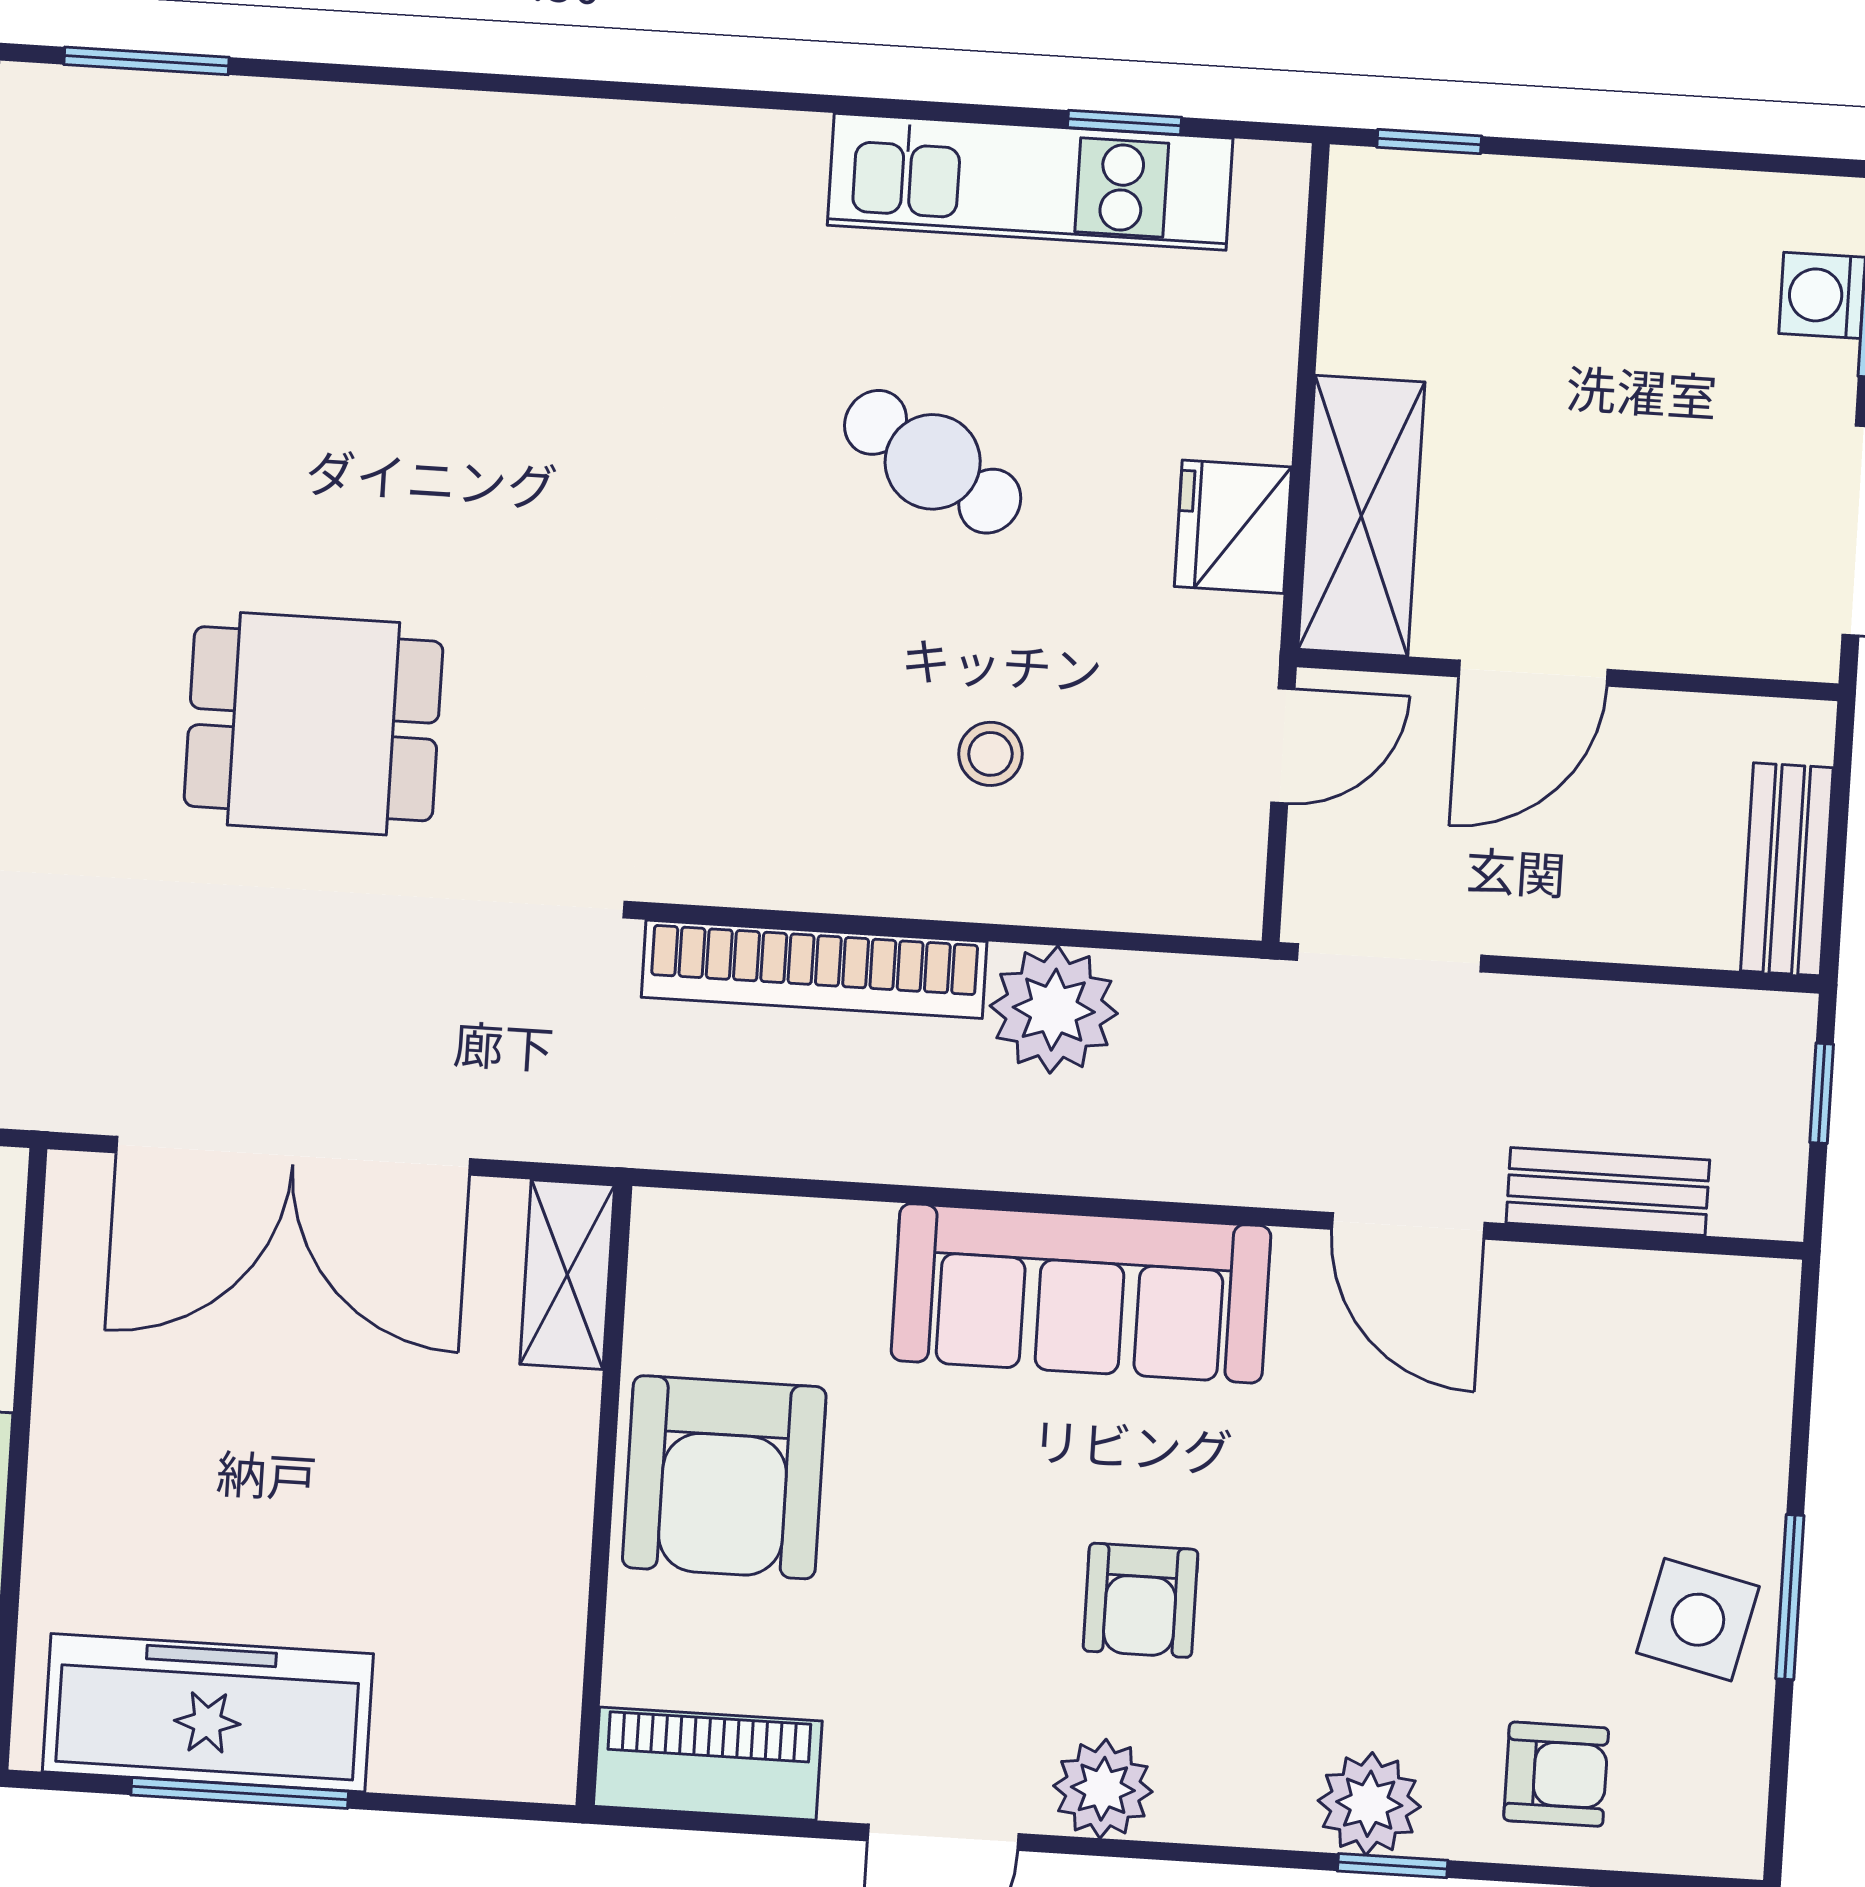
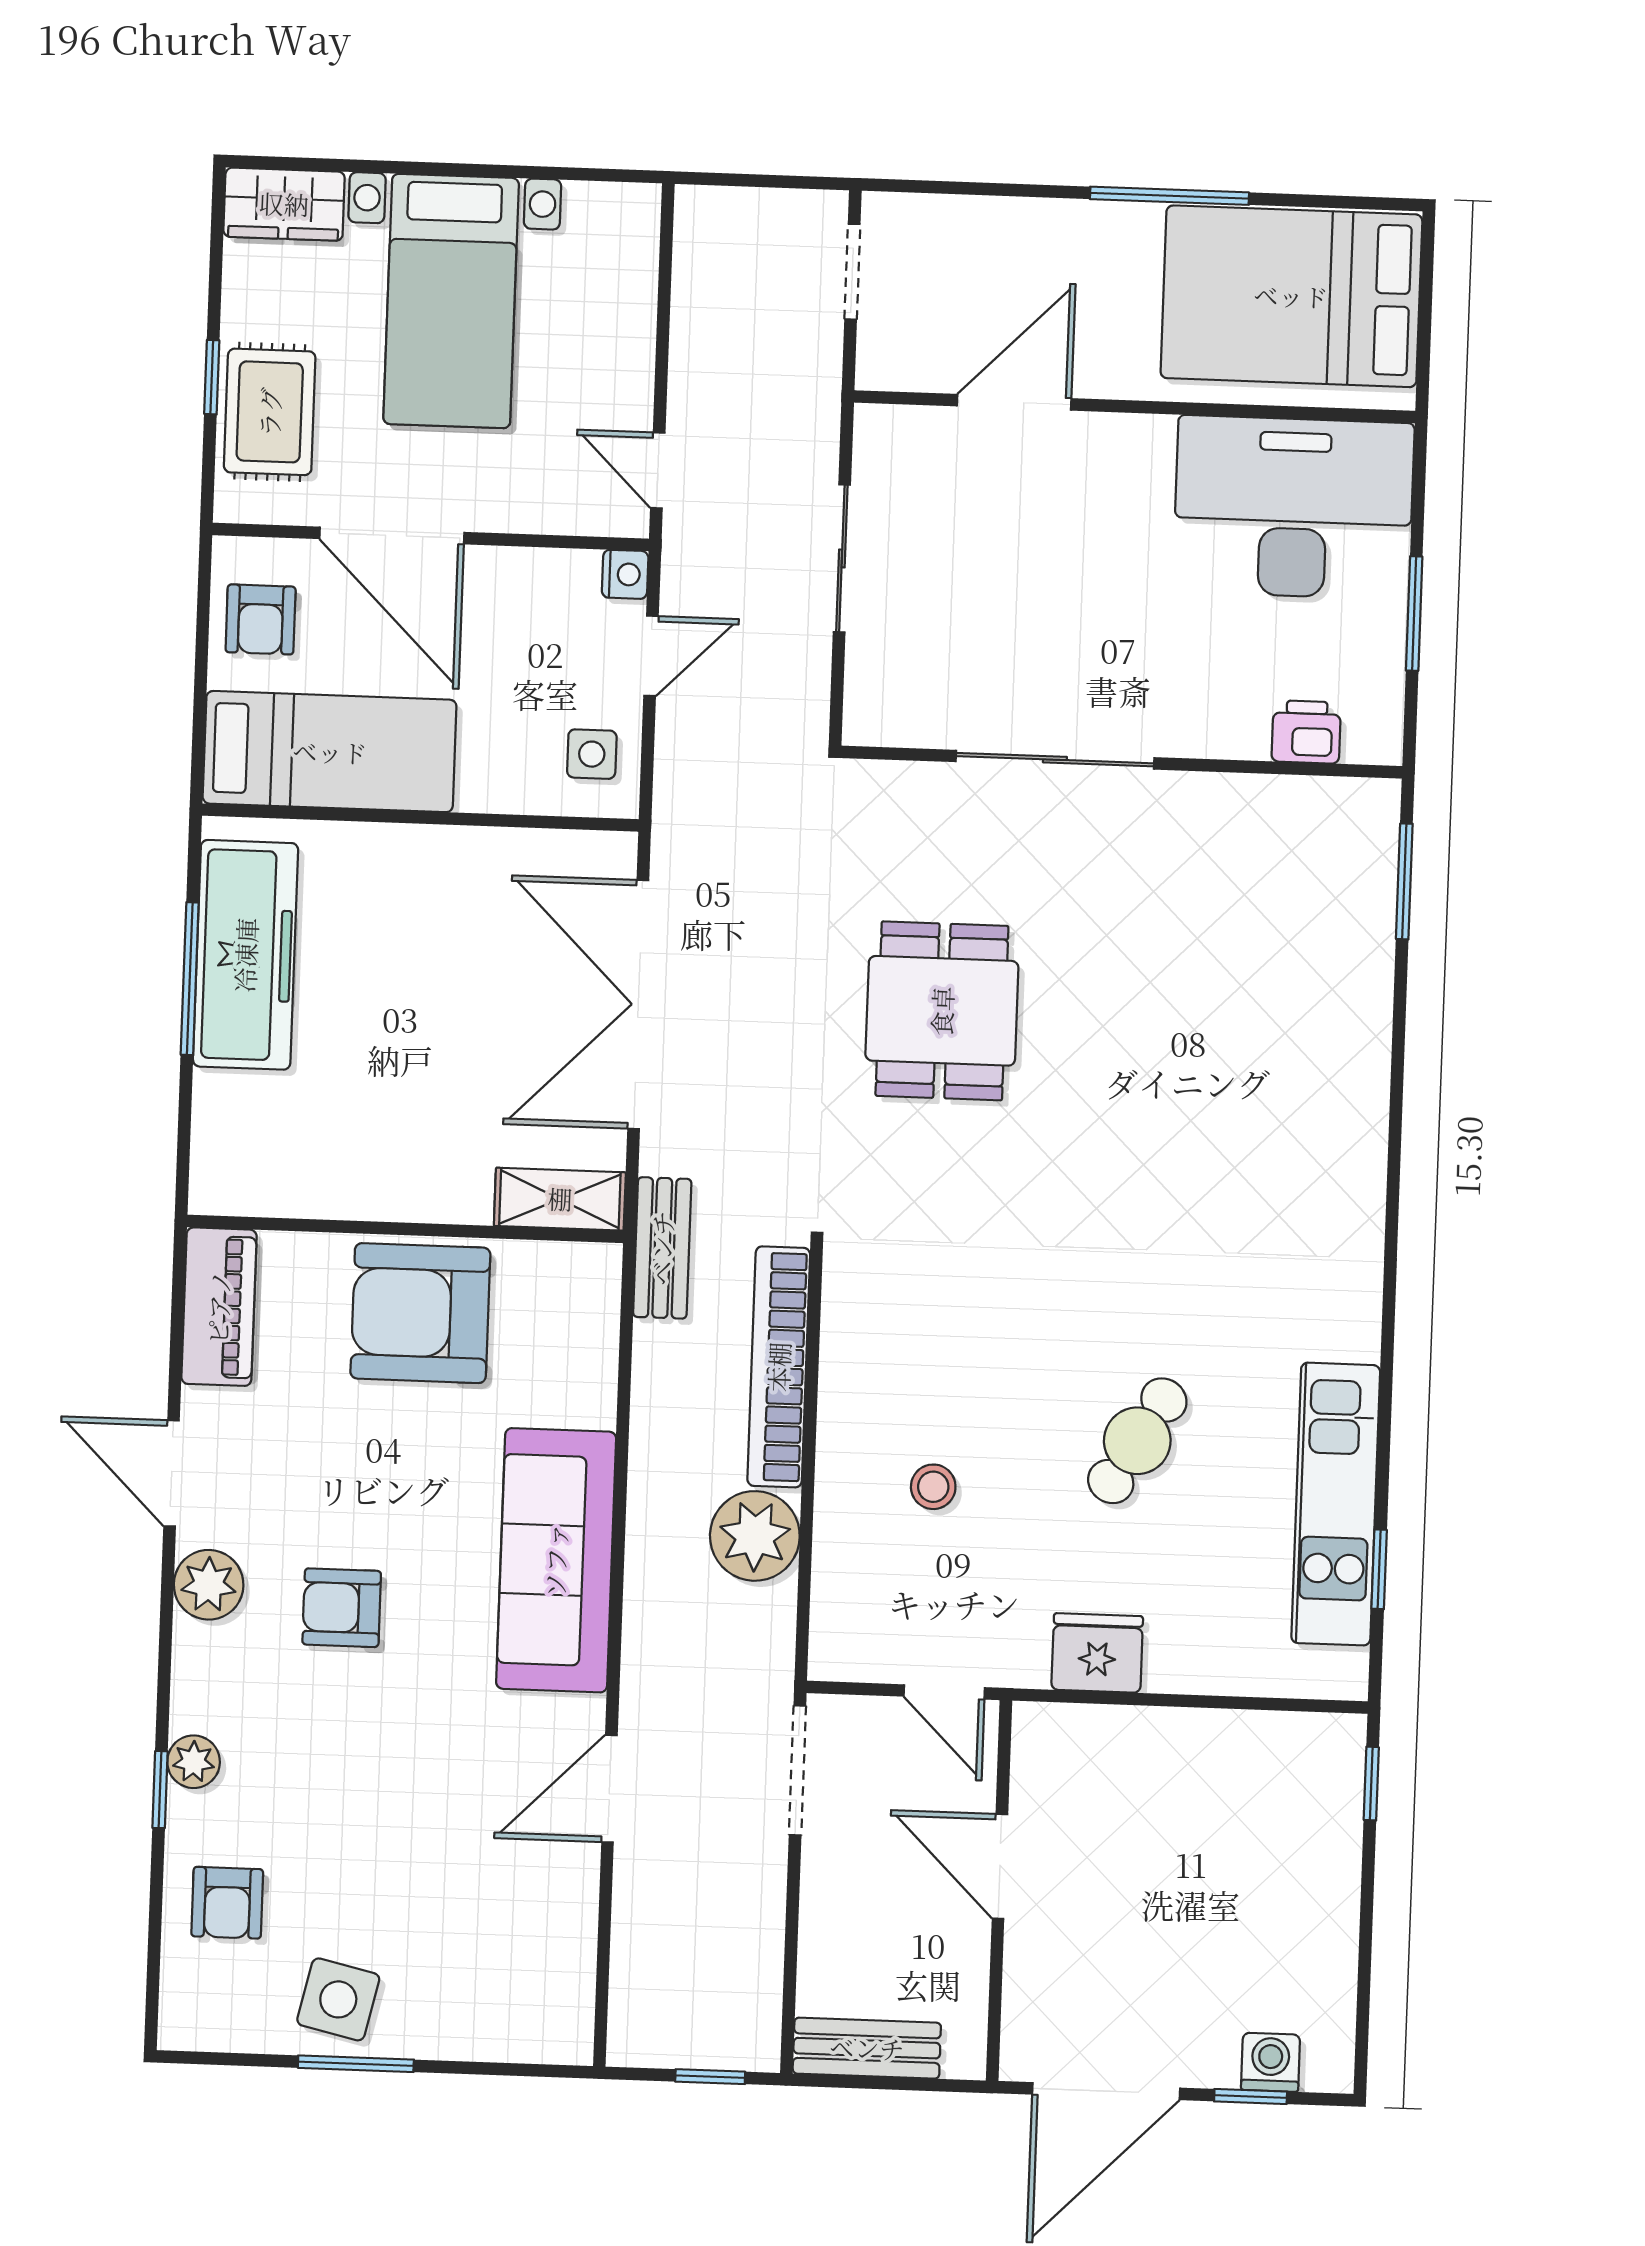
shelving: (1361, 516) -> (1107, 1743), removed
bench: (1608, 1191) -> (662, 1248), moved
plant: (1369, 1804) -> (194, 1762), width x0.73, depth x0.73

